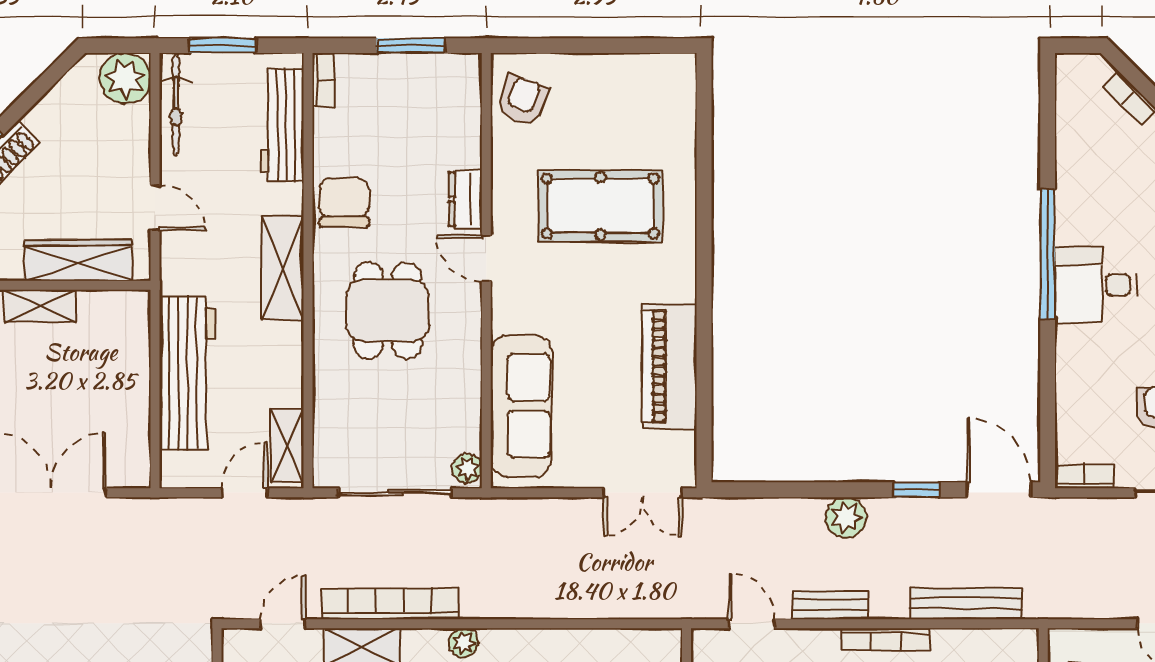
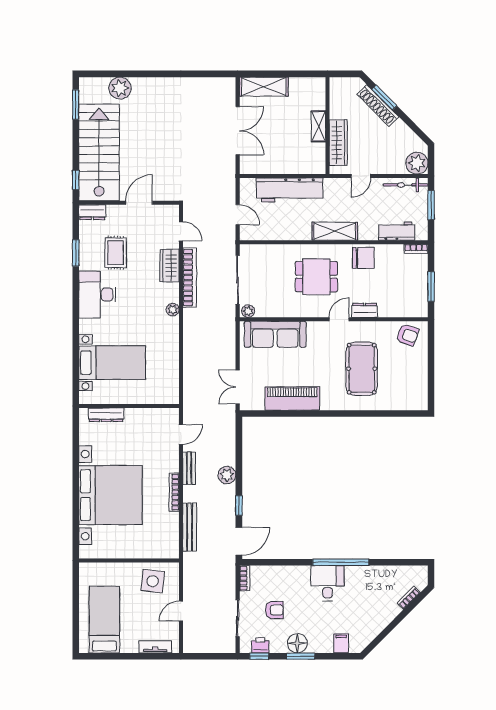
workbench: (282, 125) -> (397, 231), width x0.73
shelving: (287, 446) -> (258, 233), removed

